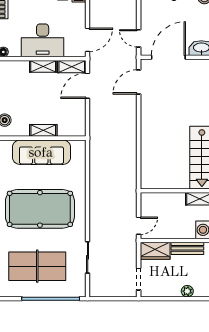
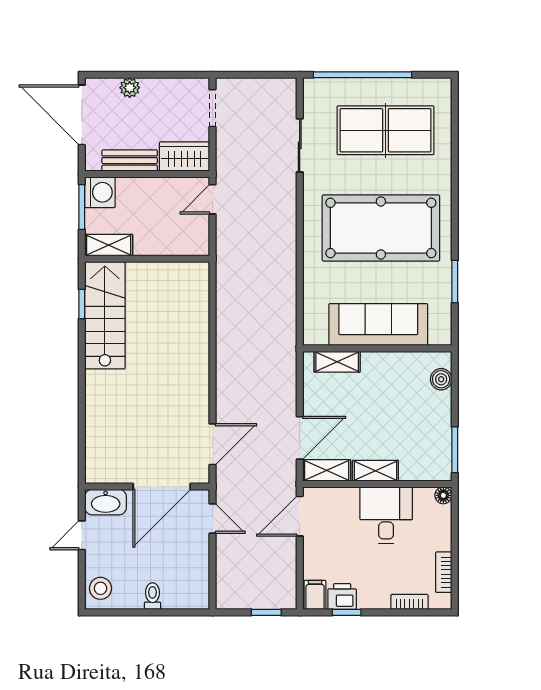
desk: (43, 40) -> (386, 515), width x0.73
shelving: (43, 130) -> (337, 362), moved

